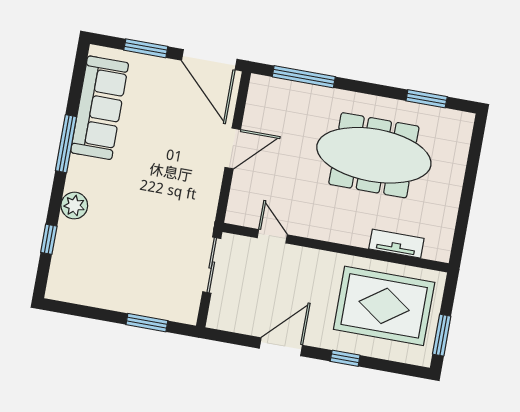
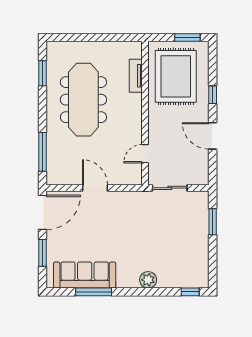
window: (66, 144) -> (94, 292), moved
window: (49, 239) -> (190, 292), moved

